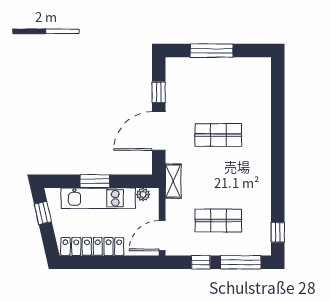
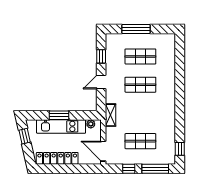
shop shelf: (218, 92) -> (140, 56), added
door: (159, 131) -> (101, 82), width x0.53
door: (162, 236) -> (103, 151), hinge flipped

